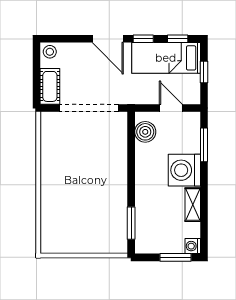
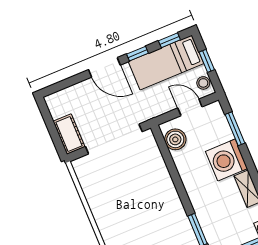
stool: (50, 52) -> (203, 83), moved

